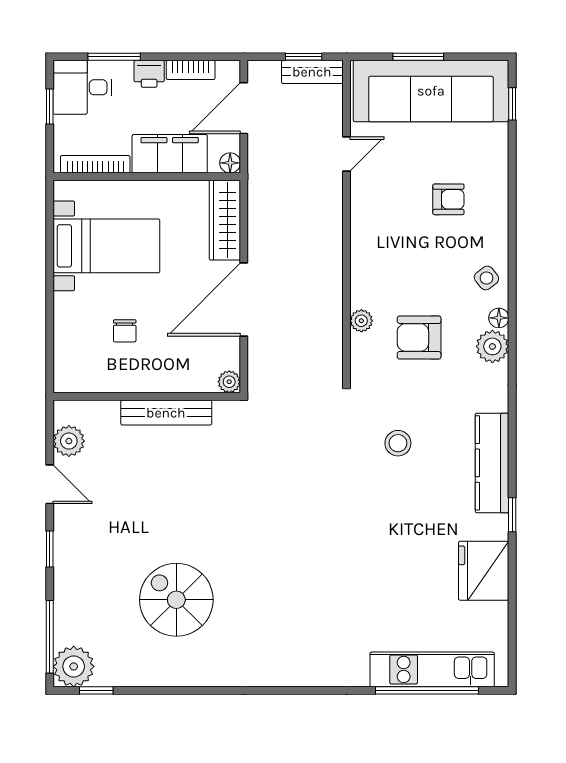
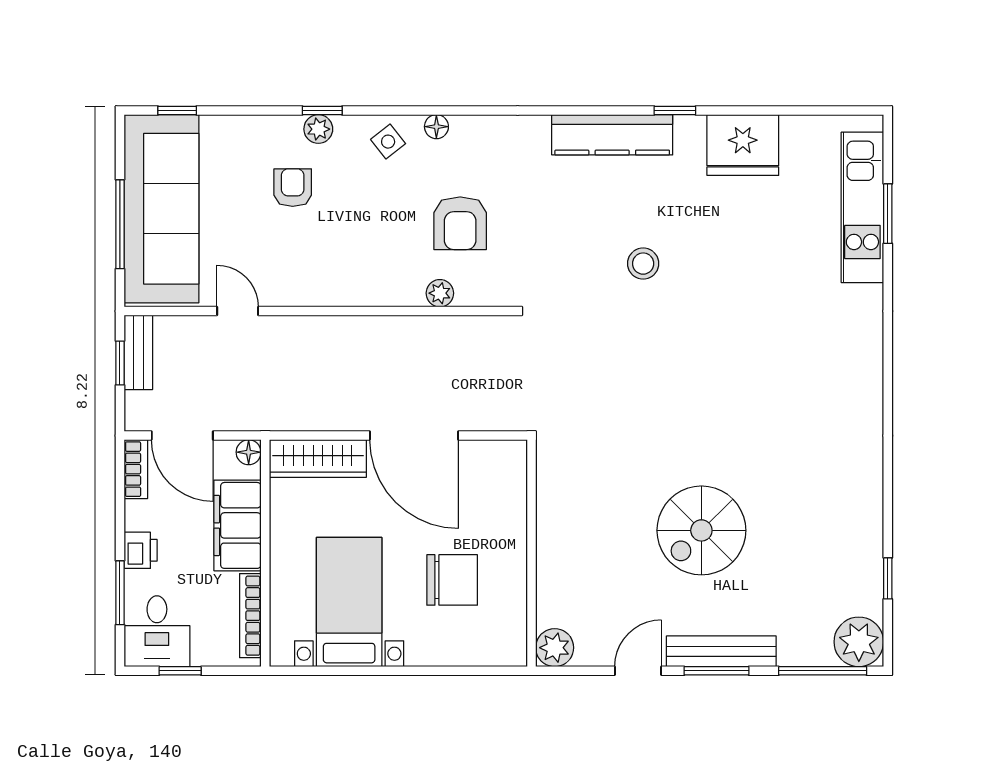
window: (418, 57) -> (120, 224), width x1.44
bookcase: (191, 70) -> (136, 469), moved
window: (512, 224) -> (322, 110), added
chair: (125, 331) -> (452, 580), width x1.87, depth x1.87
plant: (492, 346) -> (318, 129), moved, width x0.73, depth x0.73
plant: (229, 382) -> (514, 453), removed
bench: (166, 413) -> (721, 651), moved, turned 90
plant: (69, 441) -> (555, 648), moved
stool: (398, 443) -> (643, 264), moved
window: (50, 549) -> (717, 671), width x1.50
spiral stairs: (176, 600) -> (701, 530), moved
window: (96, 690) -> (888, 578), moved
window: (427, 690) -> (888, 214), width x0.47

